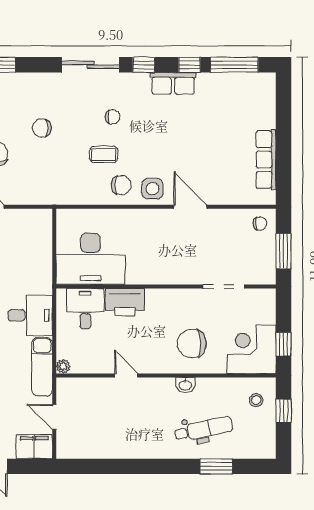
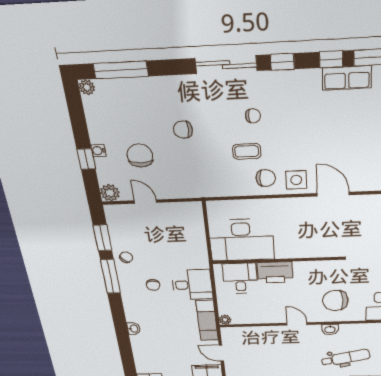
row of seats: (173, 83) -> (347, 78), moved
door: (126, 375) -> (297, 324), moved

